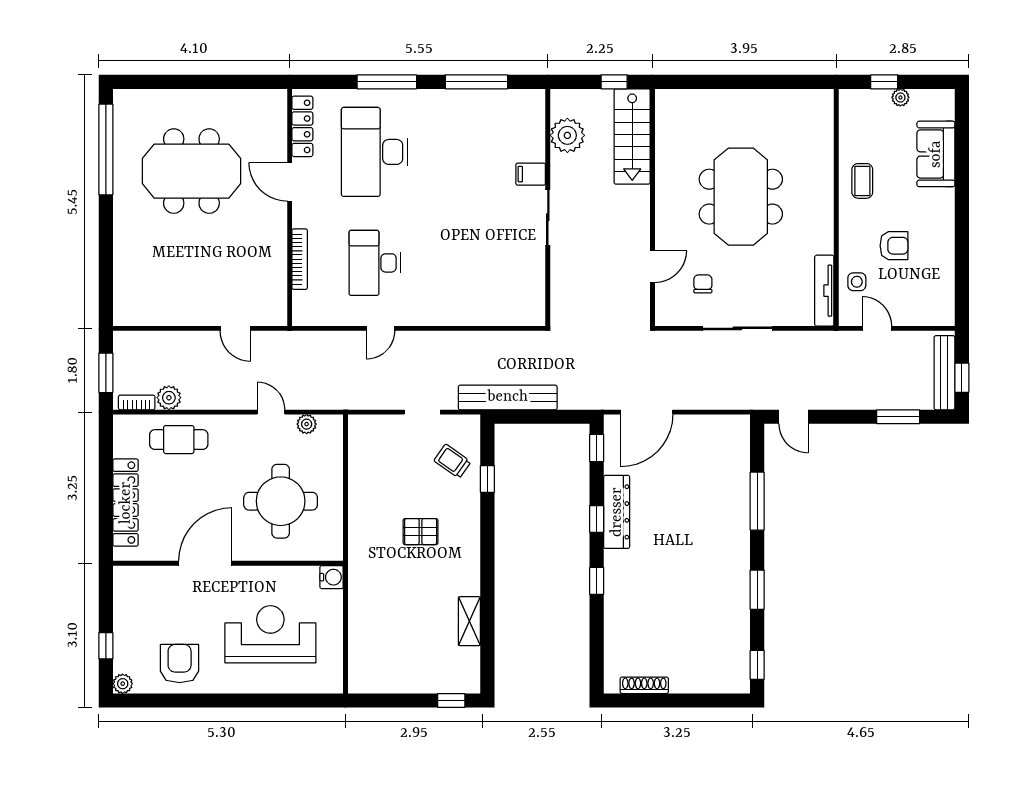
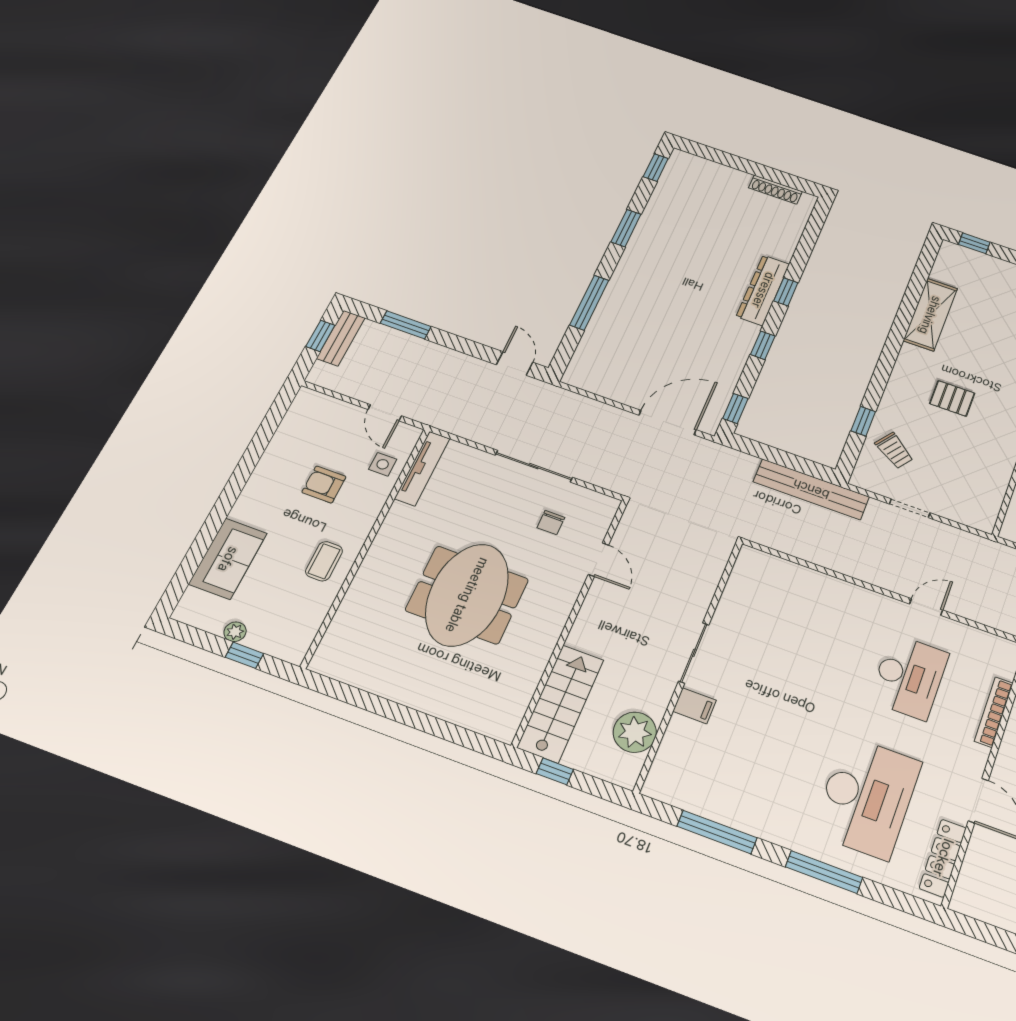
door: (652, 267) -> (598, 560), swing flipped
bench: (944, 373) -> (341, 338), width x0.73
dresser: (617, 512) -> (763, 290), moved
shelving: (469, 621) -> (930, 315), width x1.50, depth x1.33

